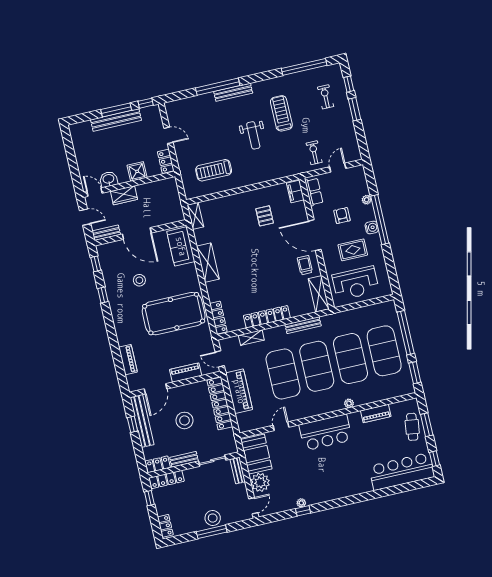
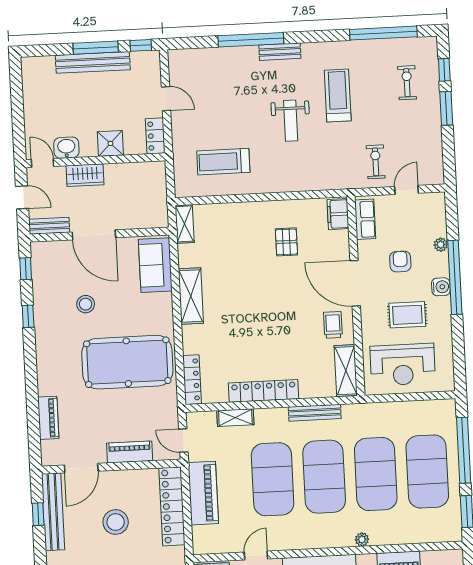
bench: (233, 92) -> (280, 52), width x0.73

